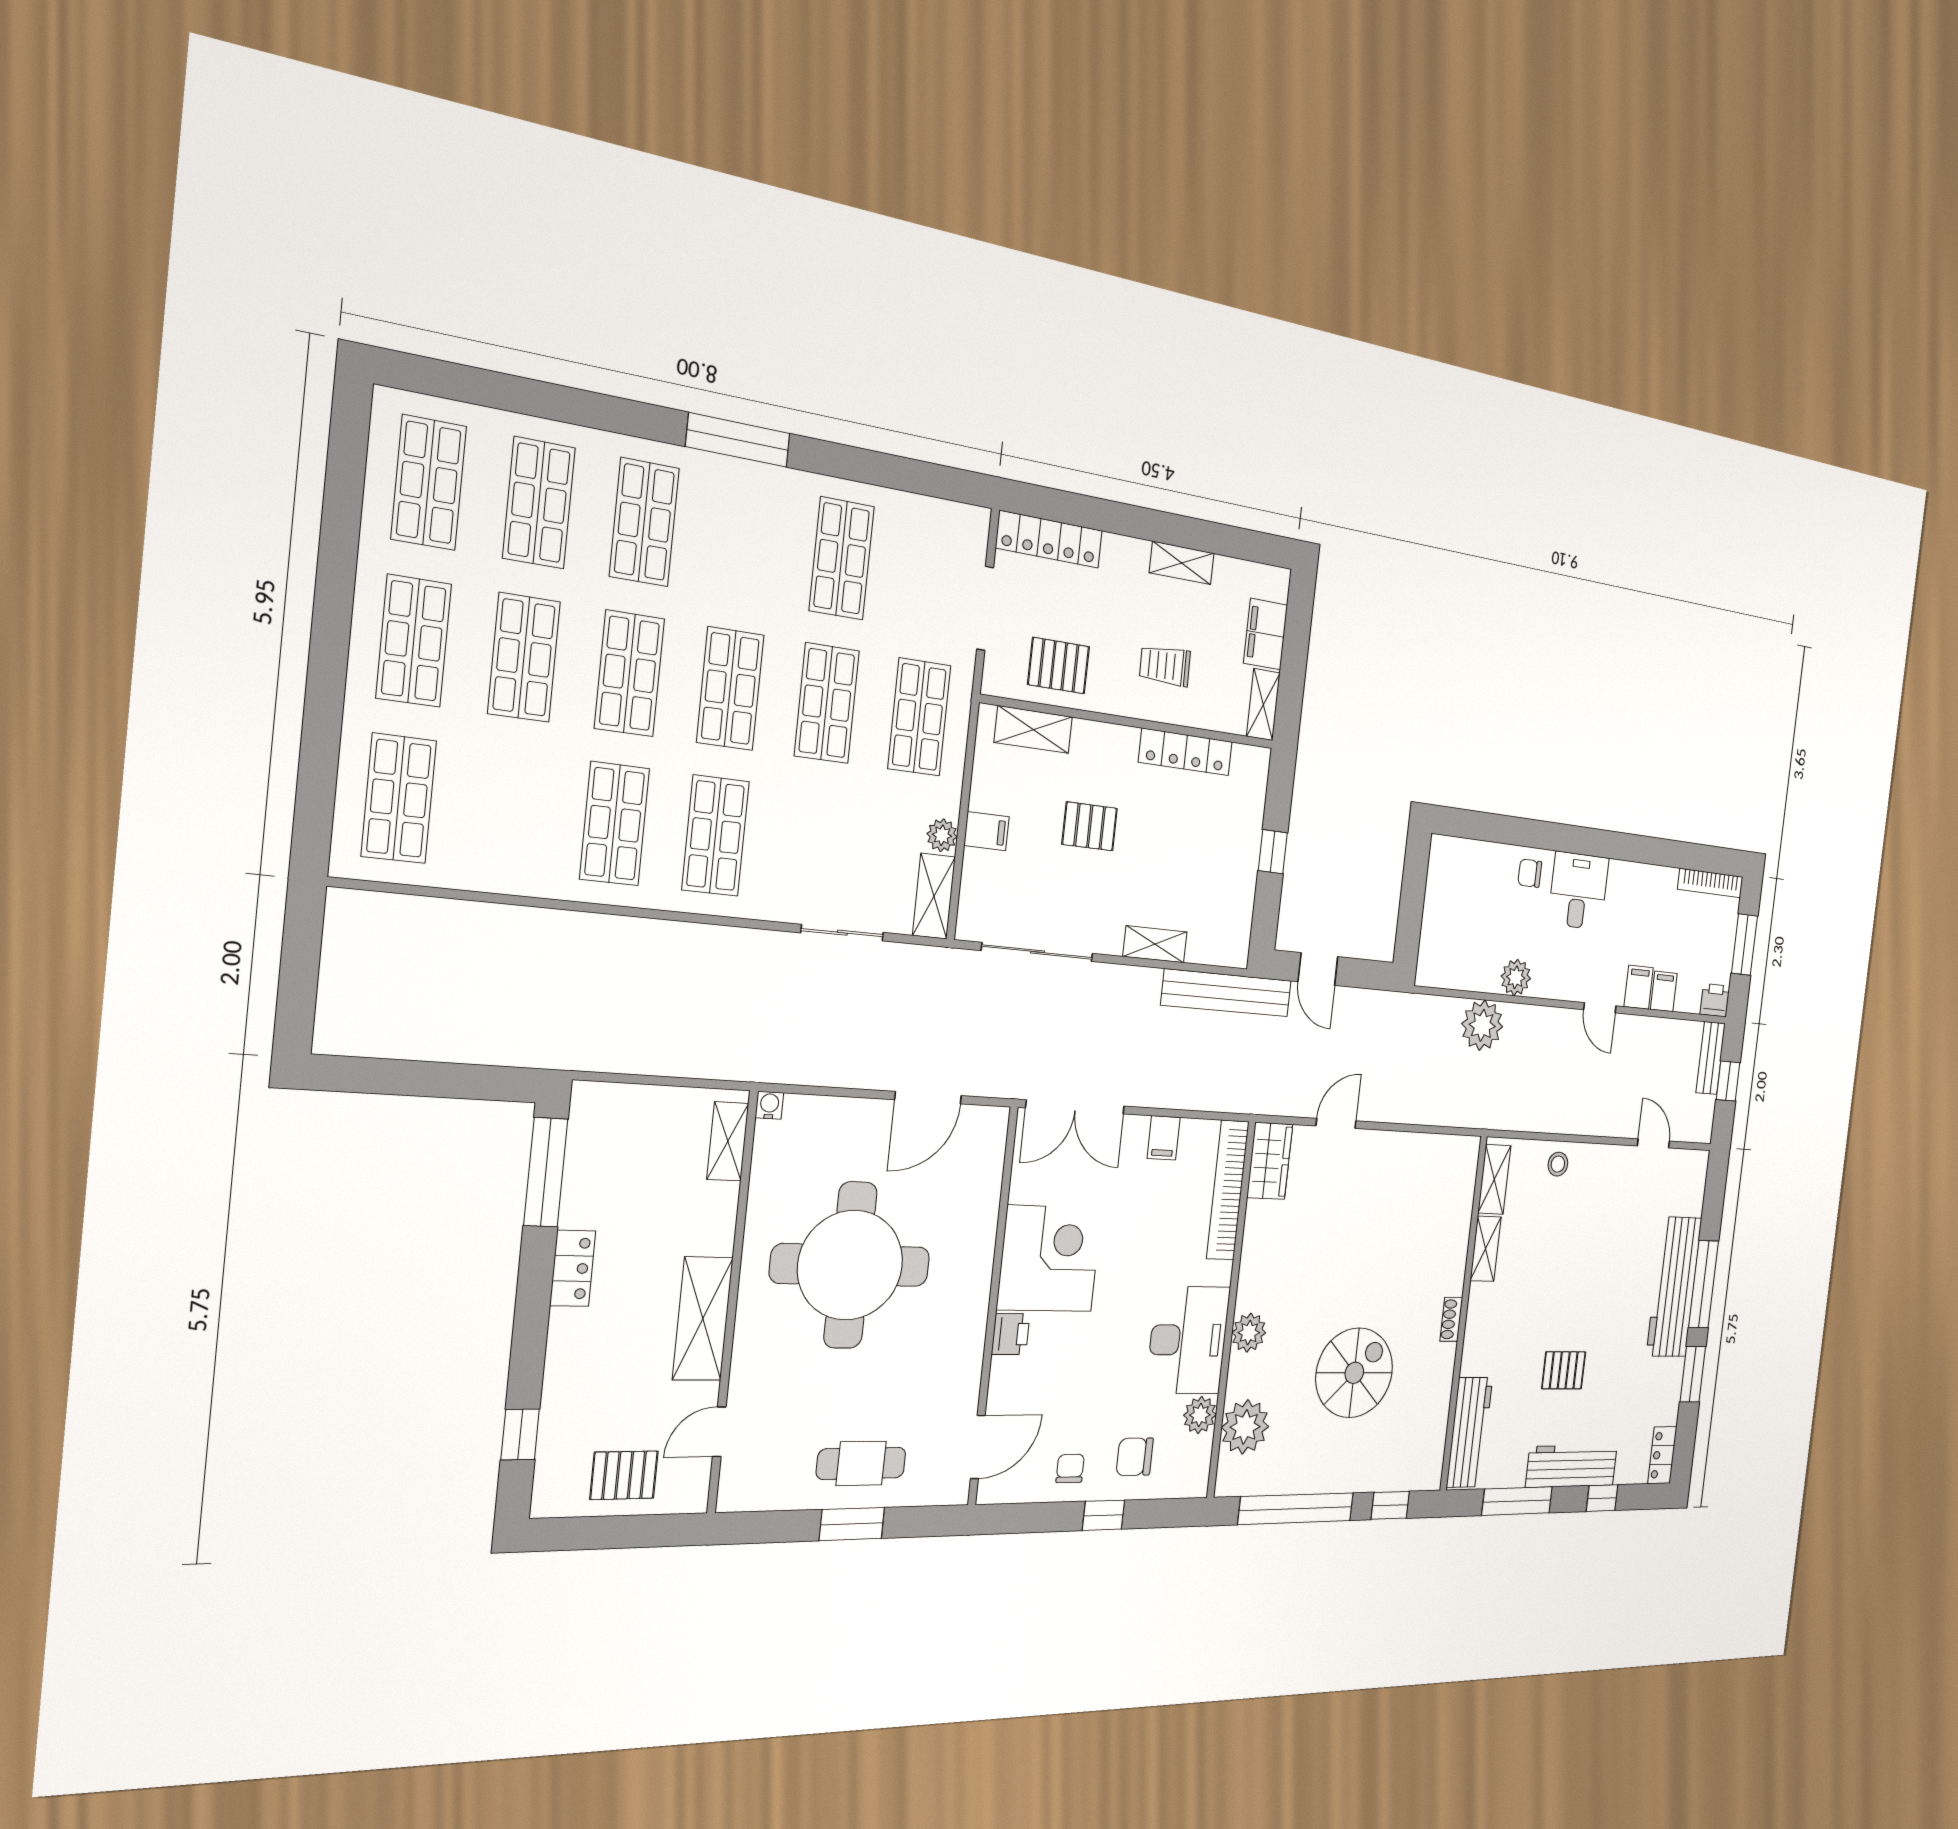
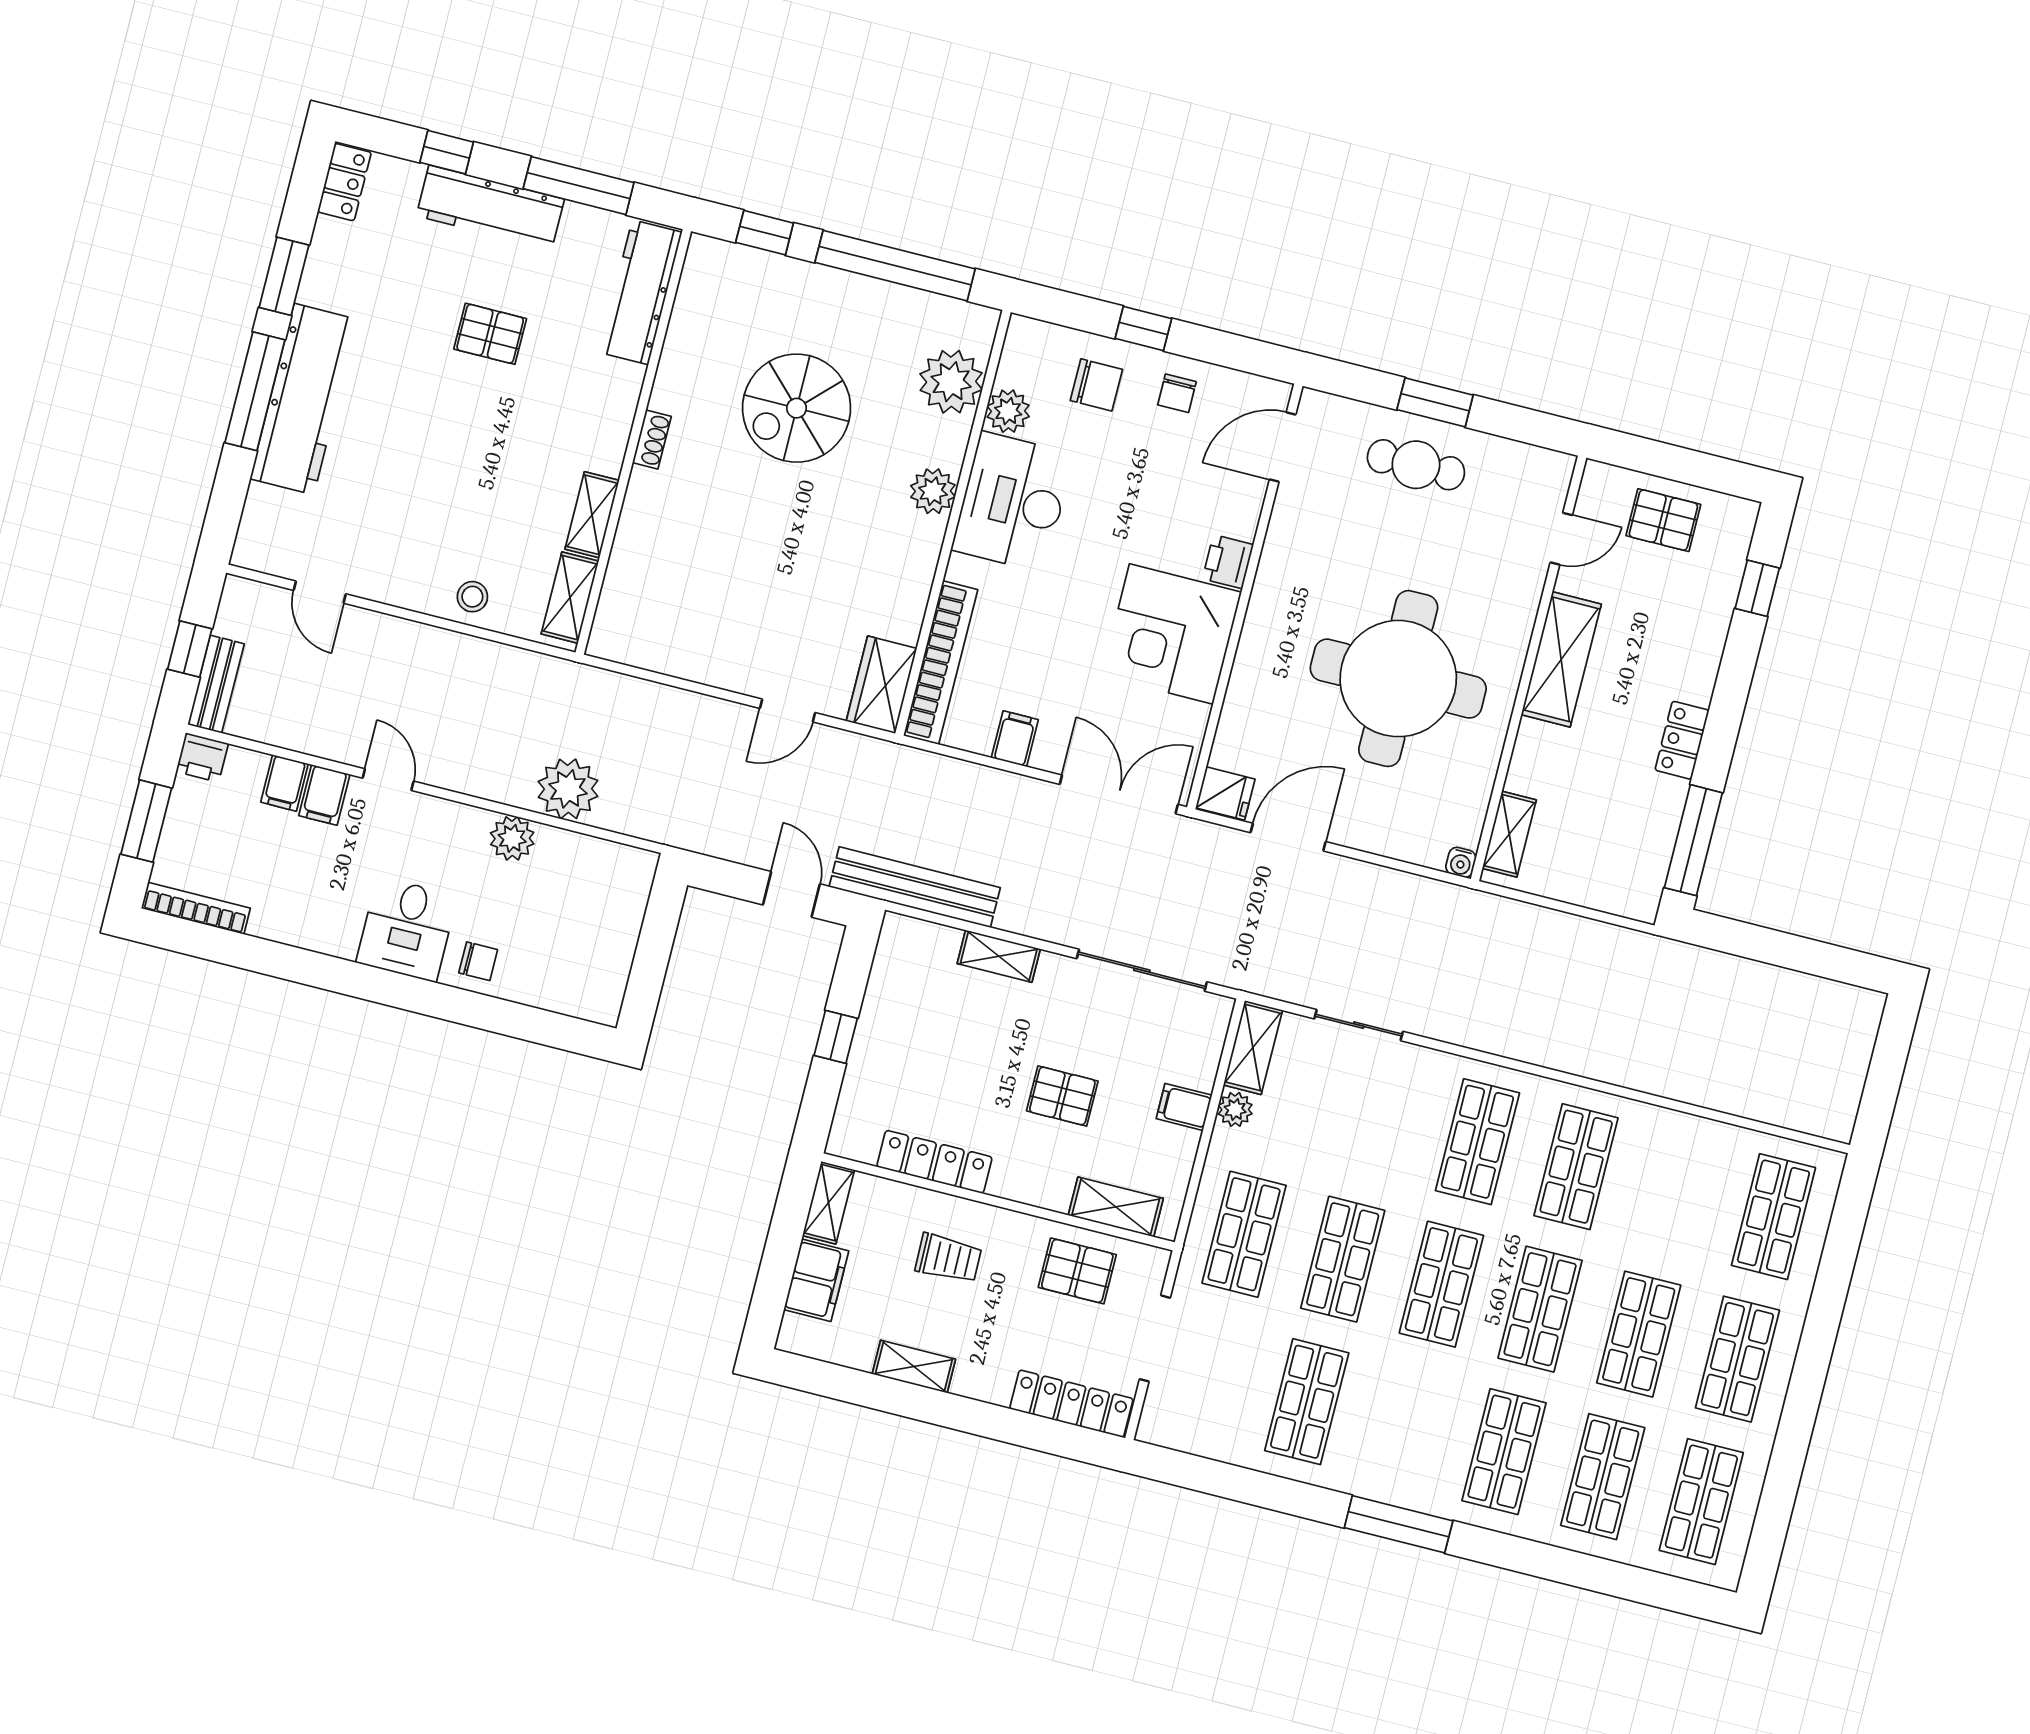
fridge: (987, 1127) -> (1225, 793), added

